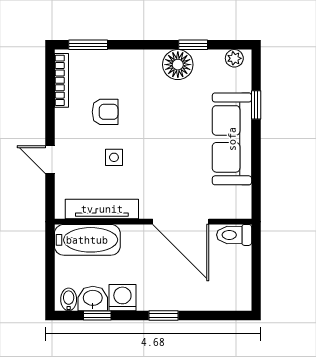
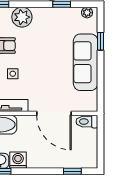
floor lamp: (178, 65) -> (52, 16), removed
plant: (129, 66) -> (22, 17), added
window: (164, 315) -> (72, 171), moved

